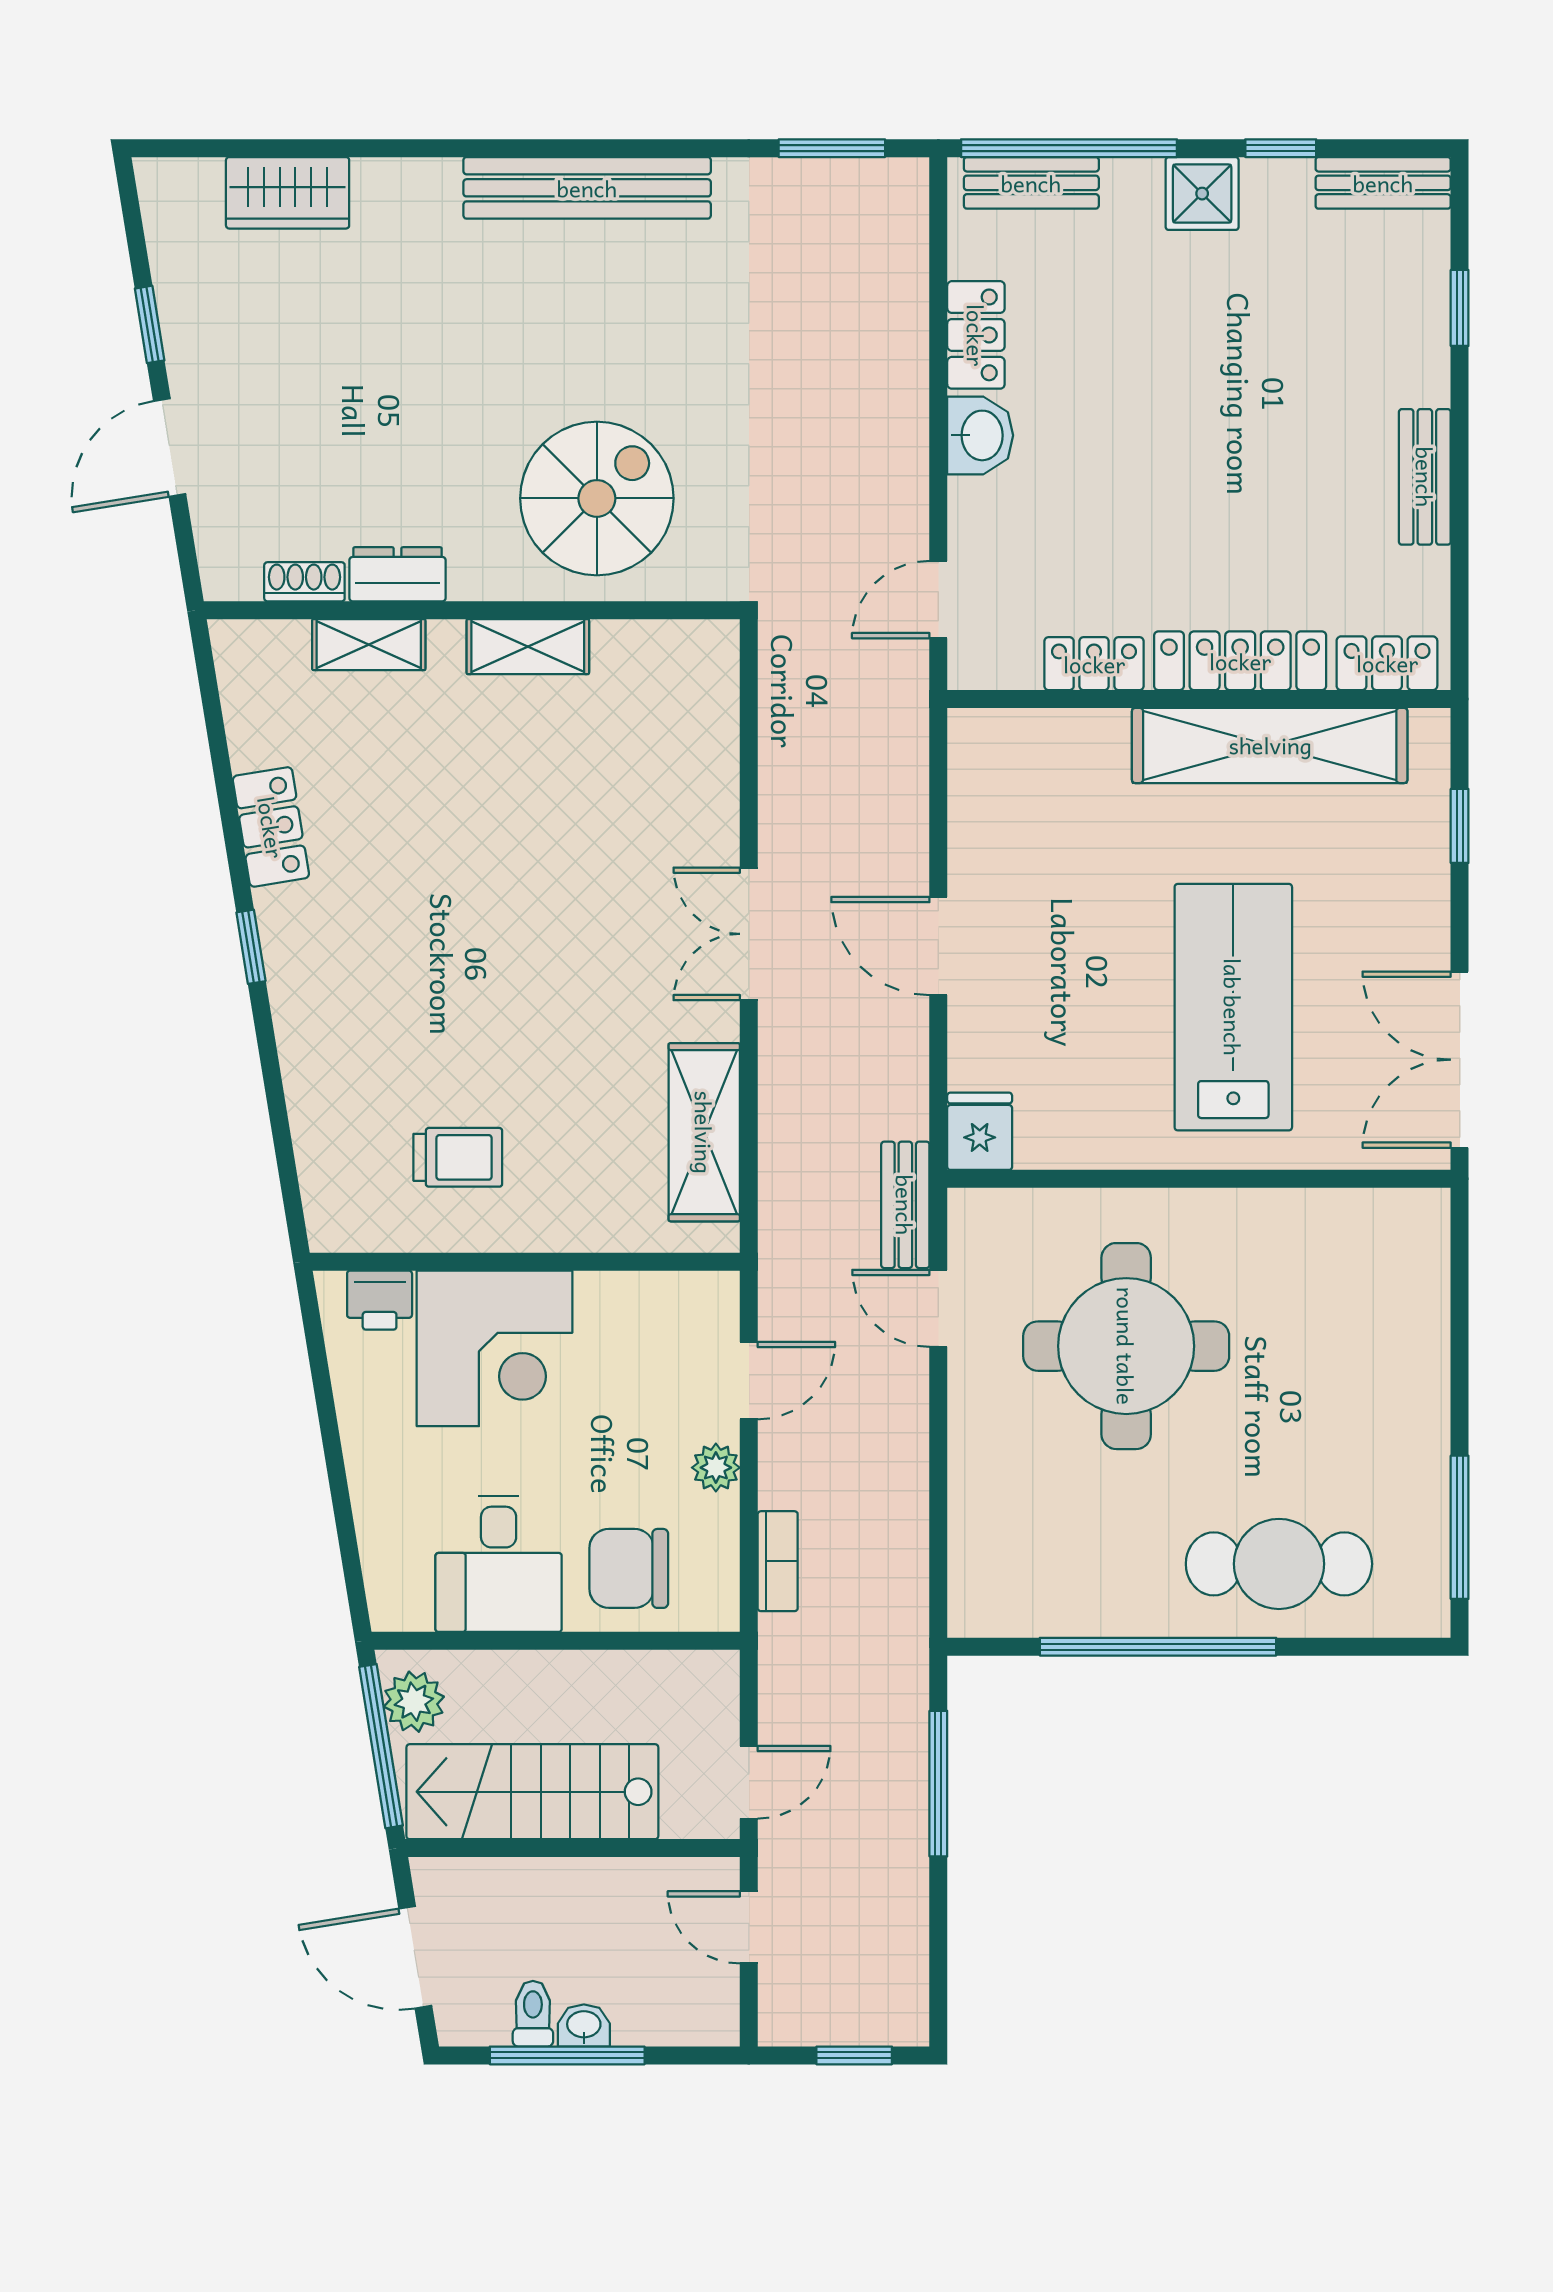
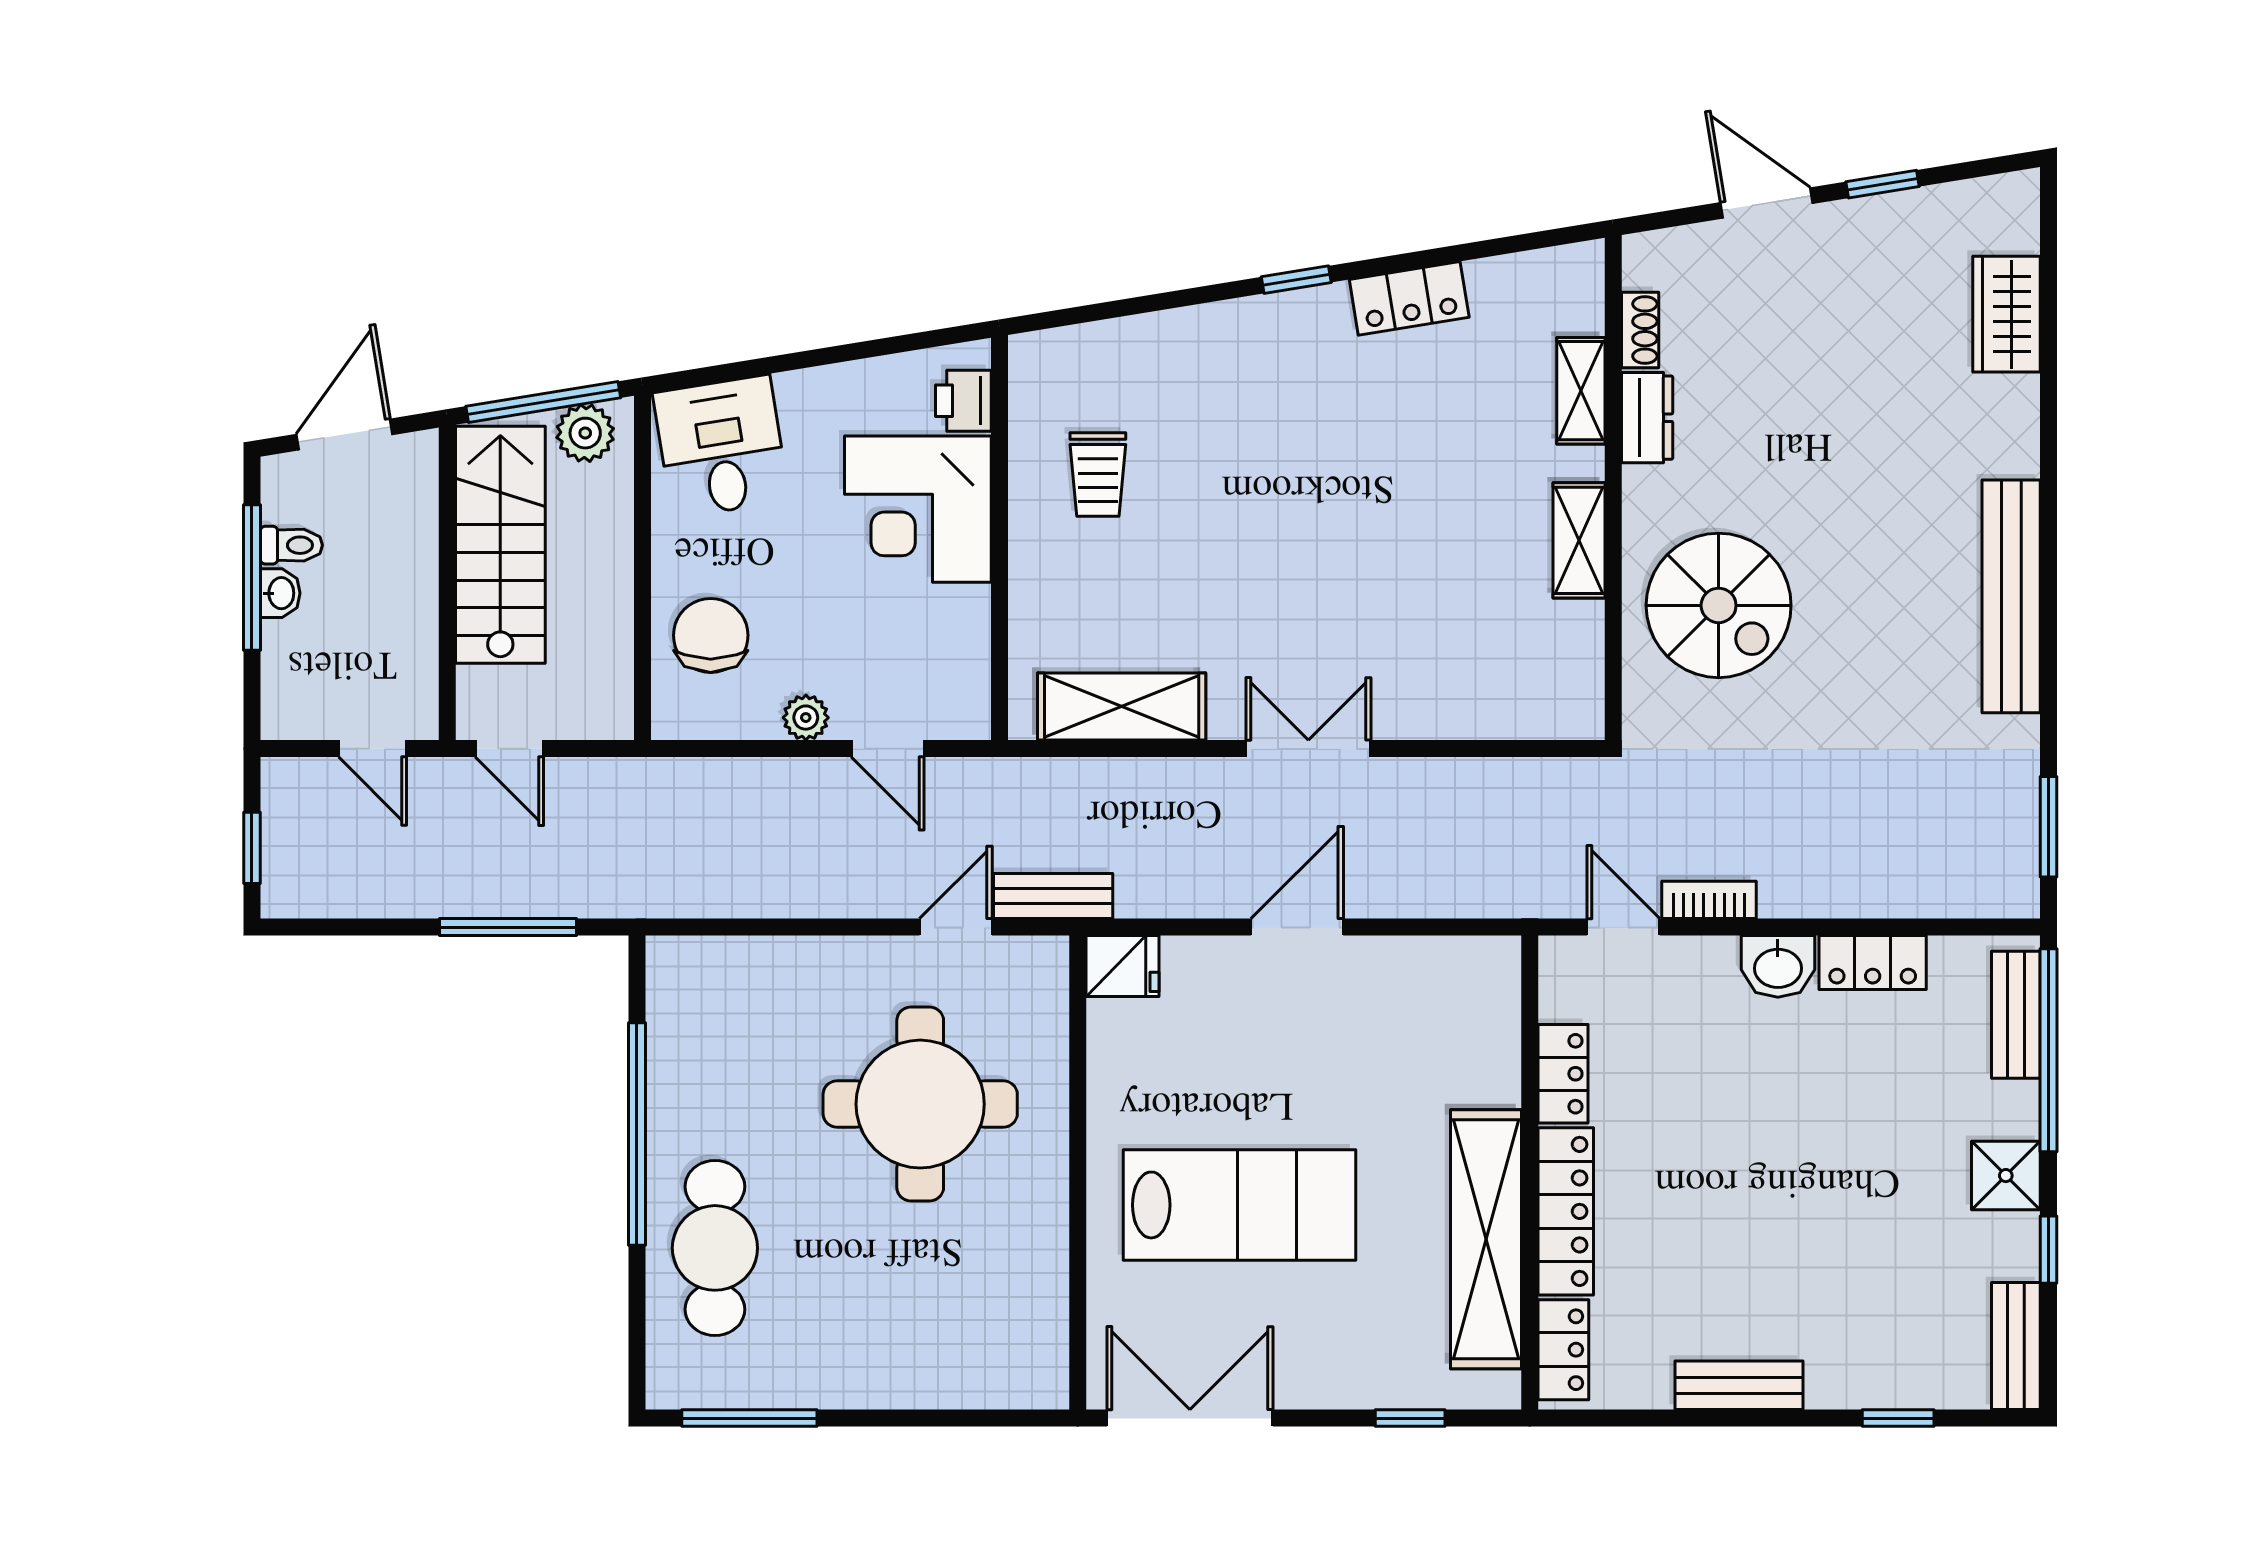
bookcase: (778, 1561) -> (1709, 900), moved, turned 180
desk: (499, 1564) -> (721, 447), moved, turned 81
door: (749, 1927) -> (373, 749), swing flipped

